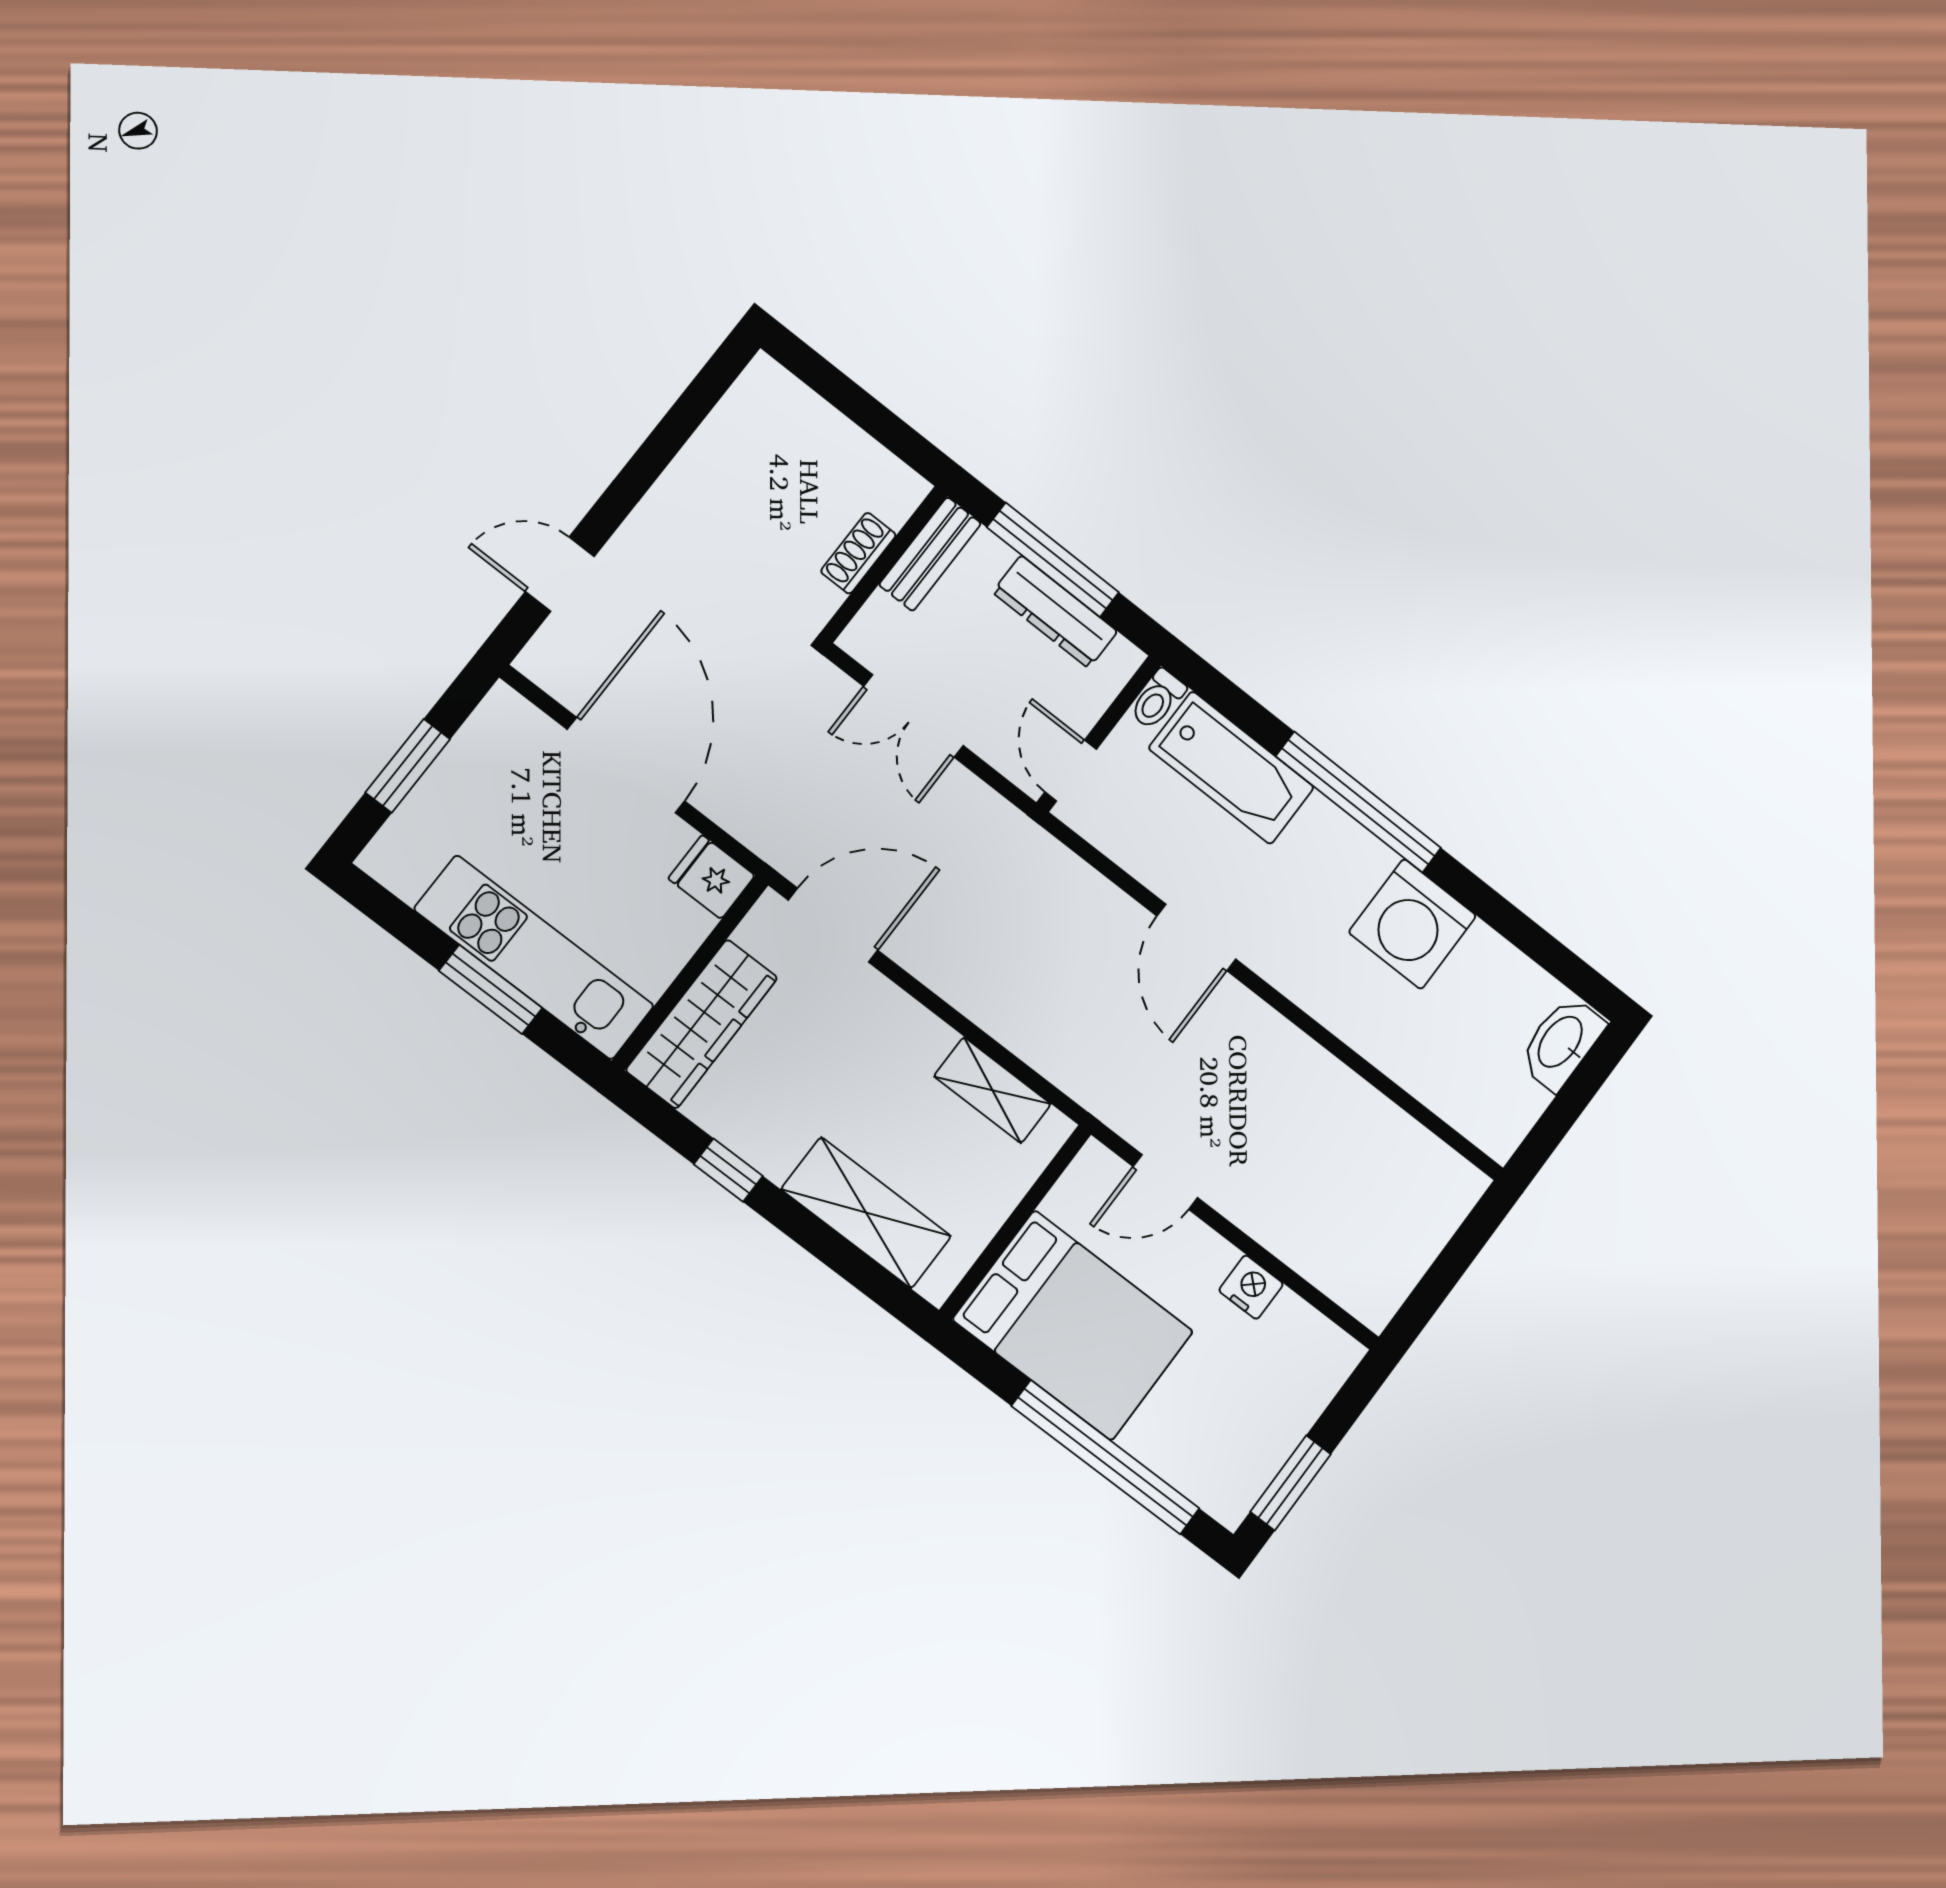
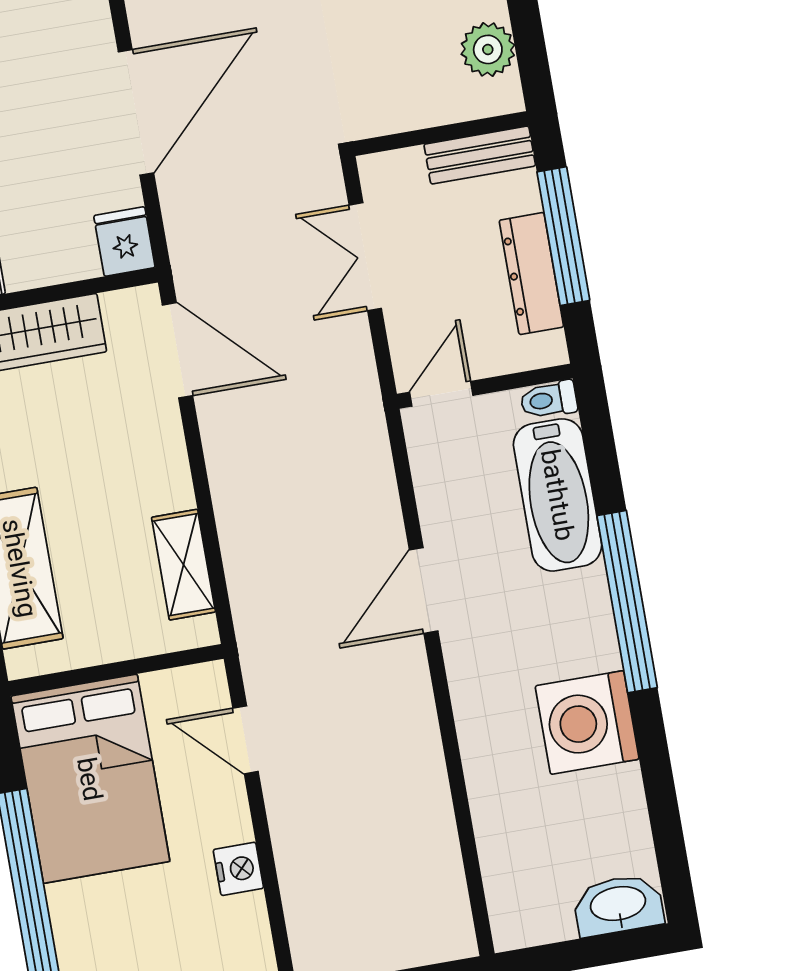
plant: (860, 464) -> (488, 49), added
shoe rack: (858, 553) -> (430, 110), removed

